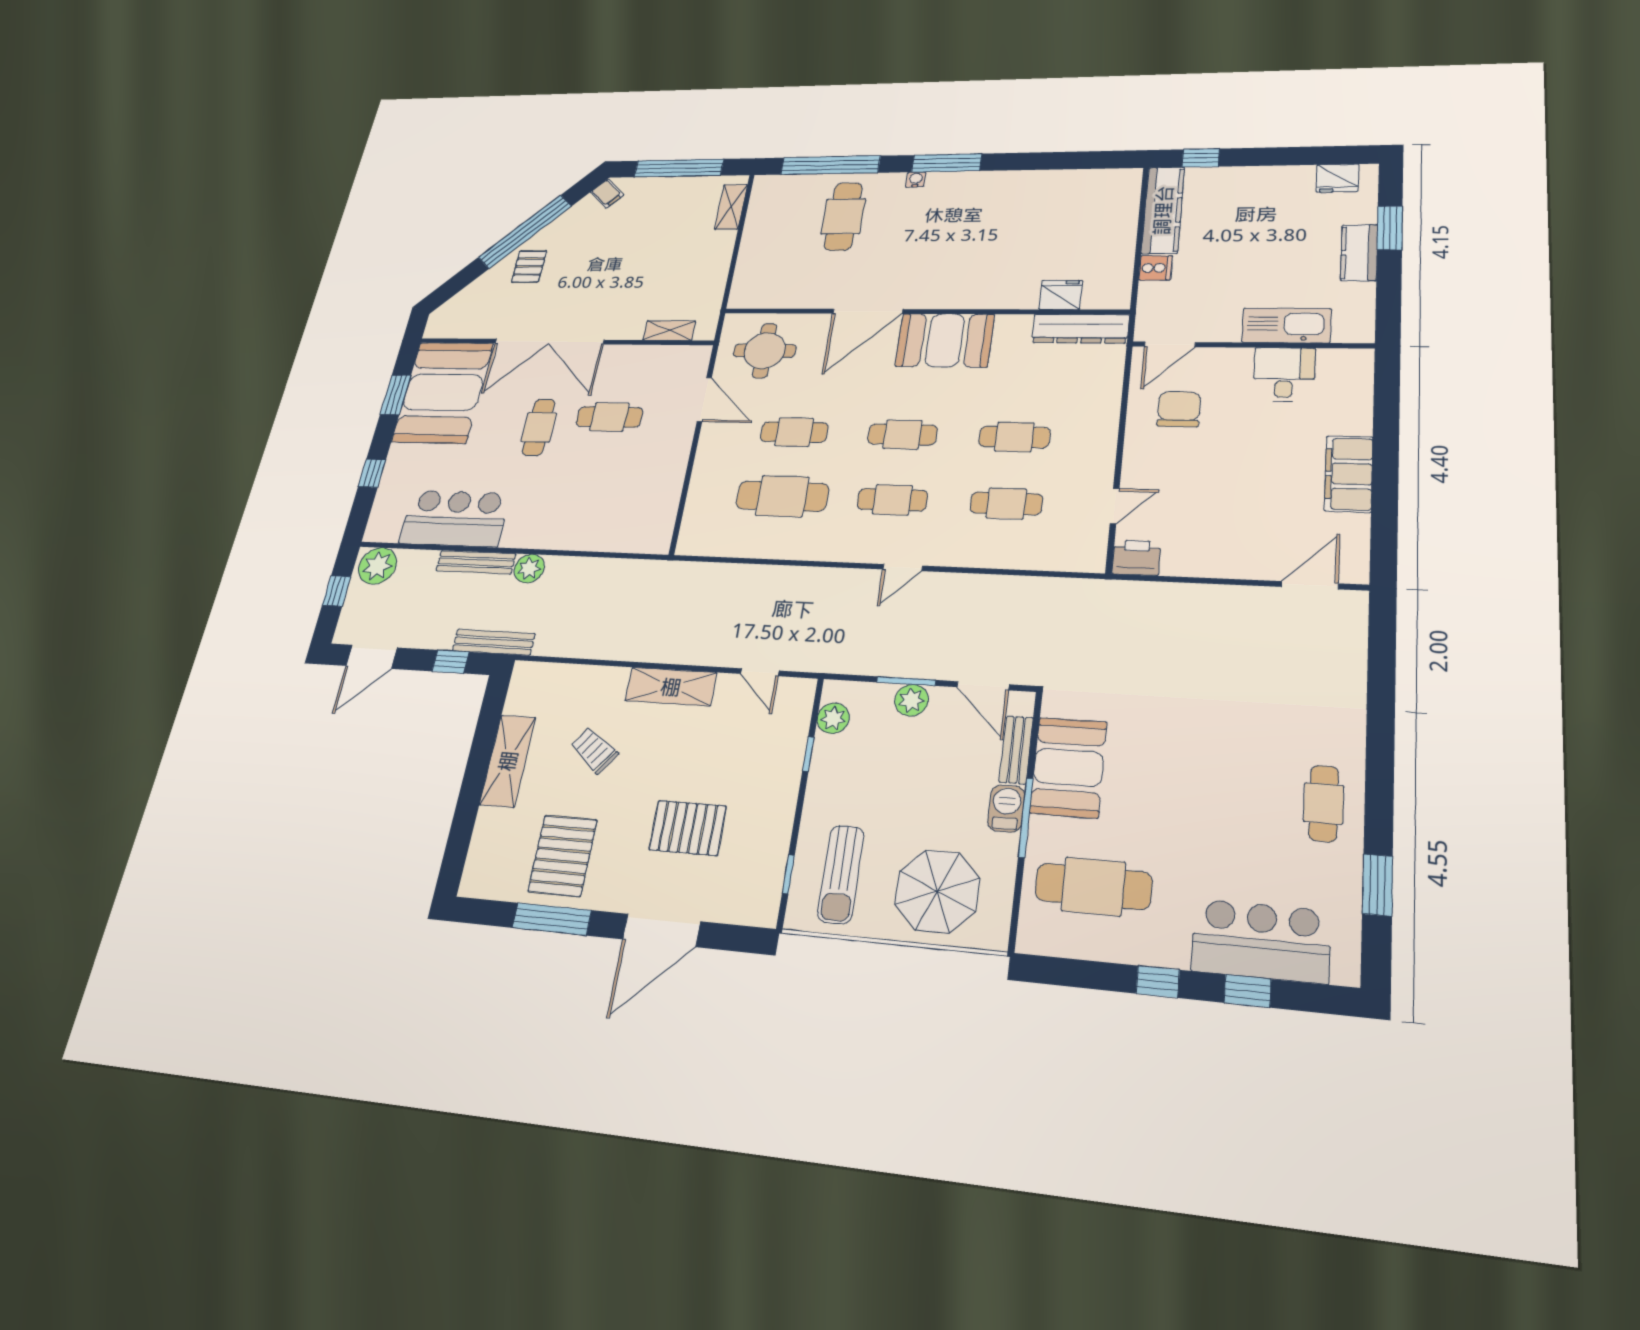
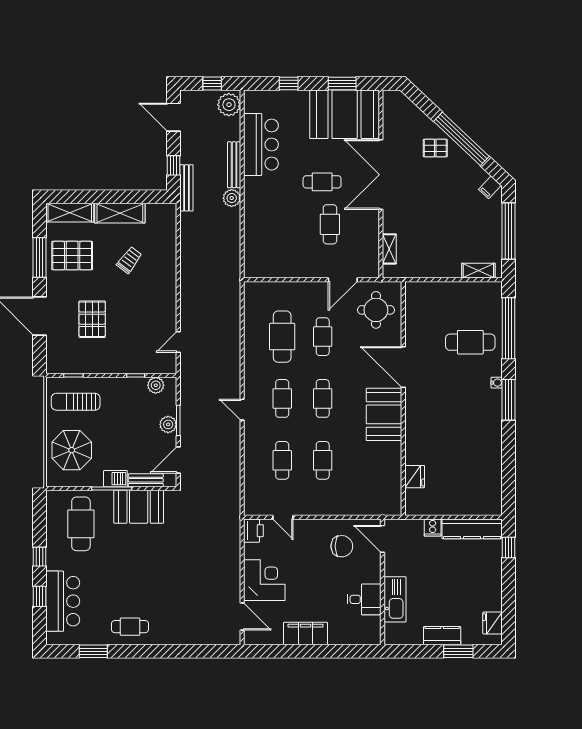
dresser: (1080, 329) -> (392, 489), removed
corner desk: (1237, 542) -> (264, 580), added
shelving: (671, 687) -> (70, 213), moved, turned 90

